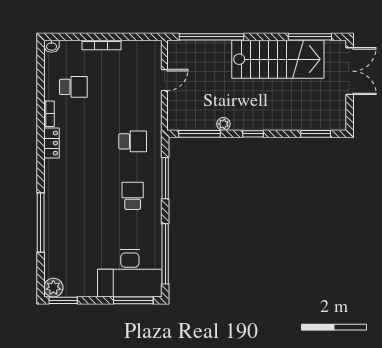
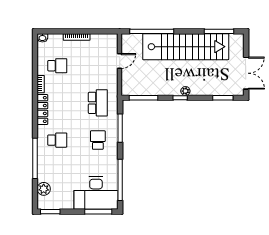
stairs: (278, 59) -> (186, 47), width x1.36
double door: (350, 71) -> (246, 73), moved
plant: (223, 124) -> (185, 91), moved
school desk: (133, 141) -> (98, 103), width x1.85
locker: (52, 143) -> (42, 110), width x1.53
school desk: (73, 196) -> (57, 140), added
plant: (53, 288) -> (44, 189), moved

